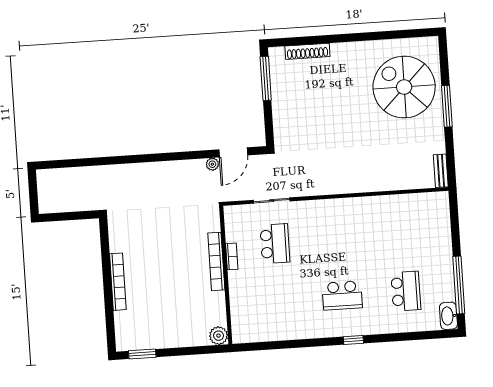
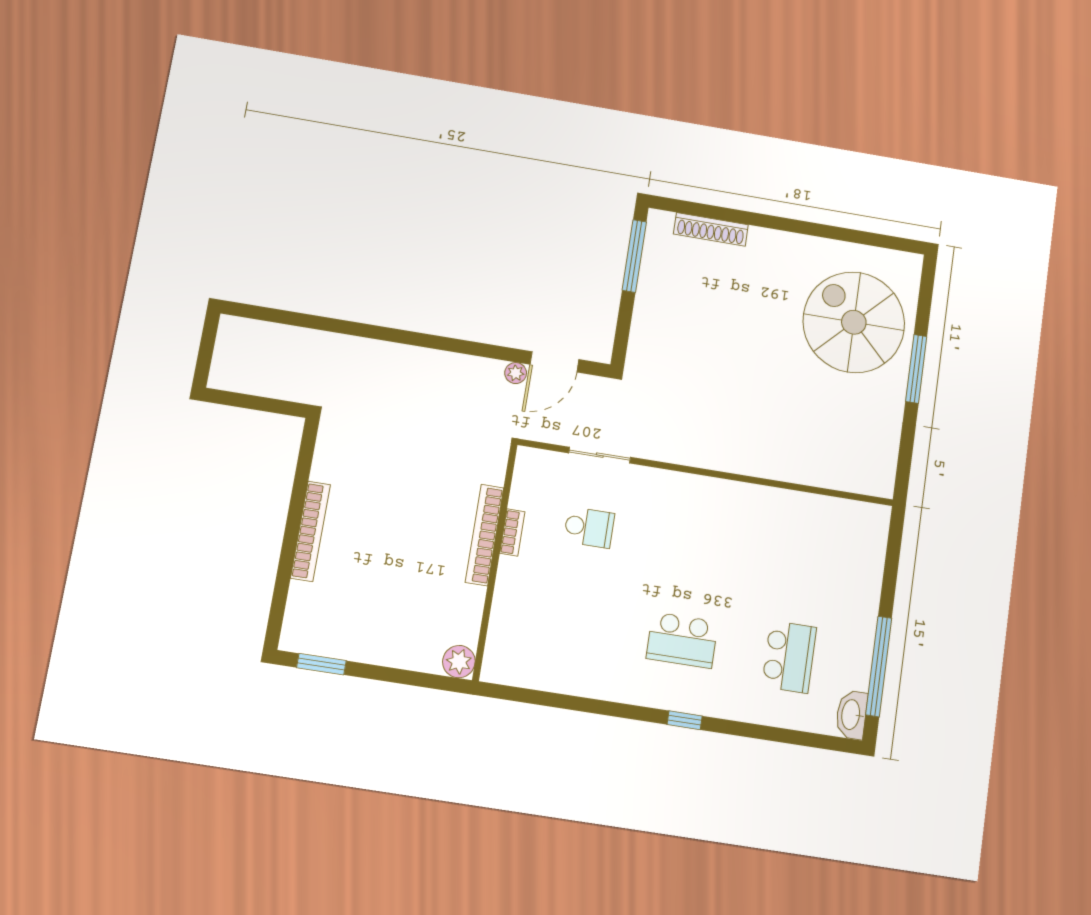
bench: (441, 171) -> (886, 470), removed
school desk: (275, 244) -> (589, 527), width x0.54

